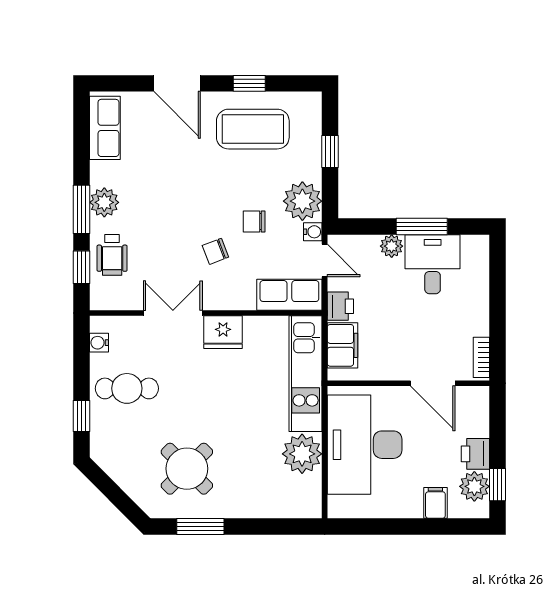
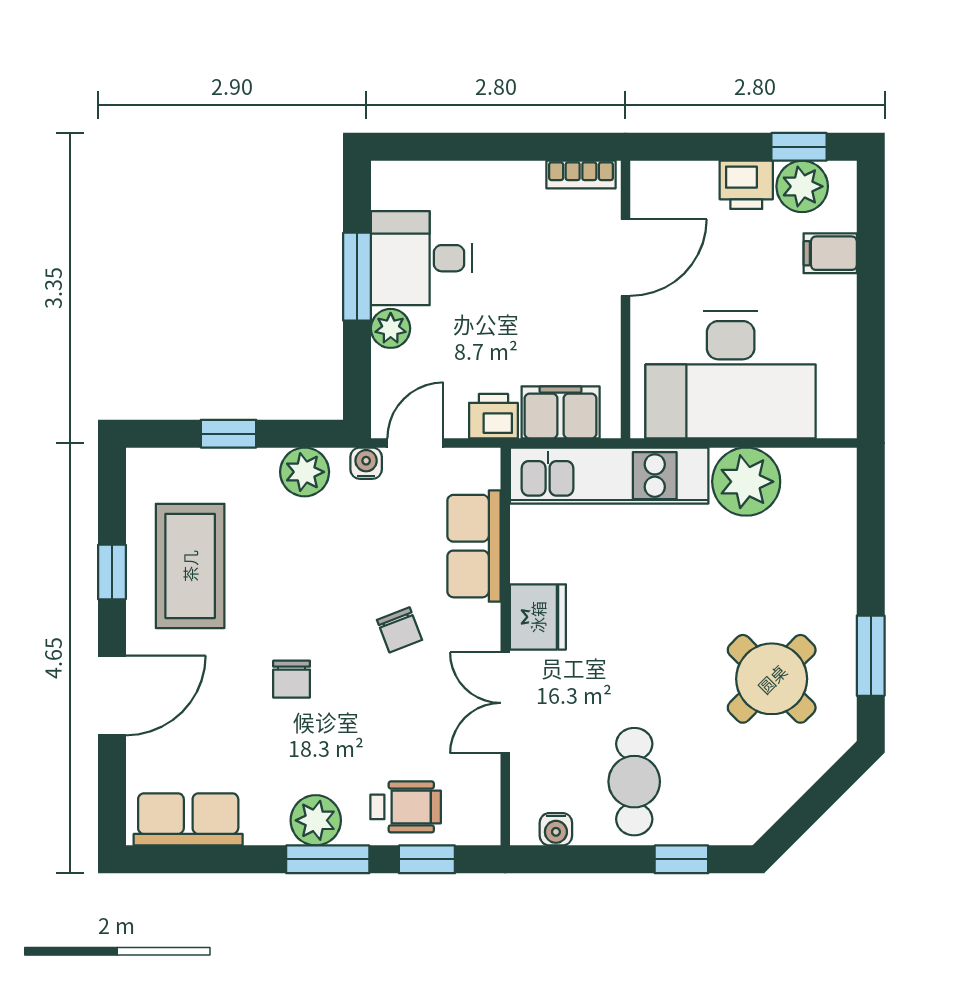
plant: (302, 201) -> (305, 472), width x0.73, depth x0.73
chair: (254, 222) -> (292, 679), moved
row of seats: (289, 295) -> (474, 546), moved

